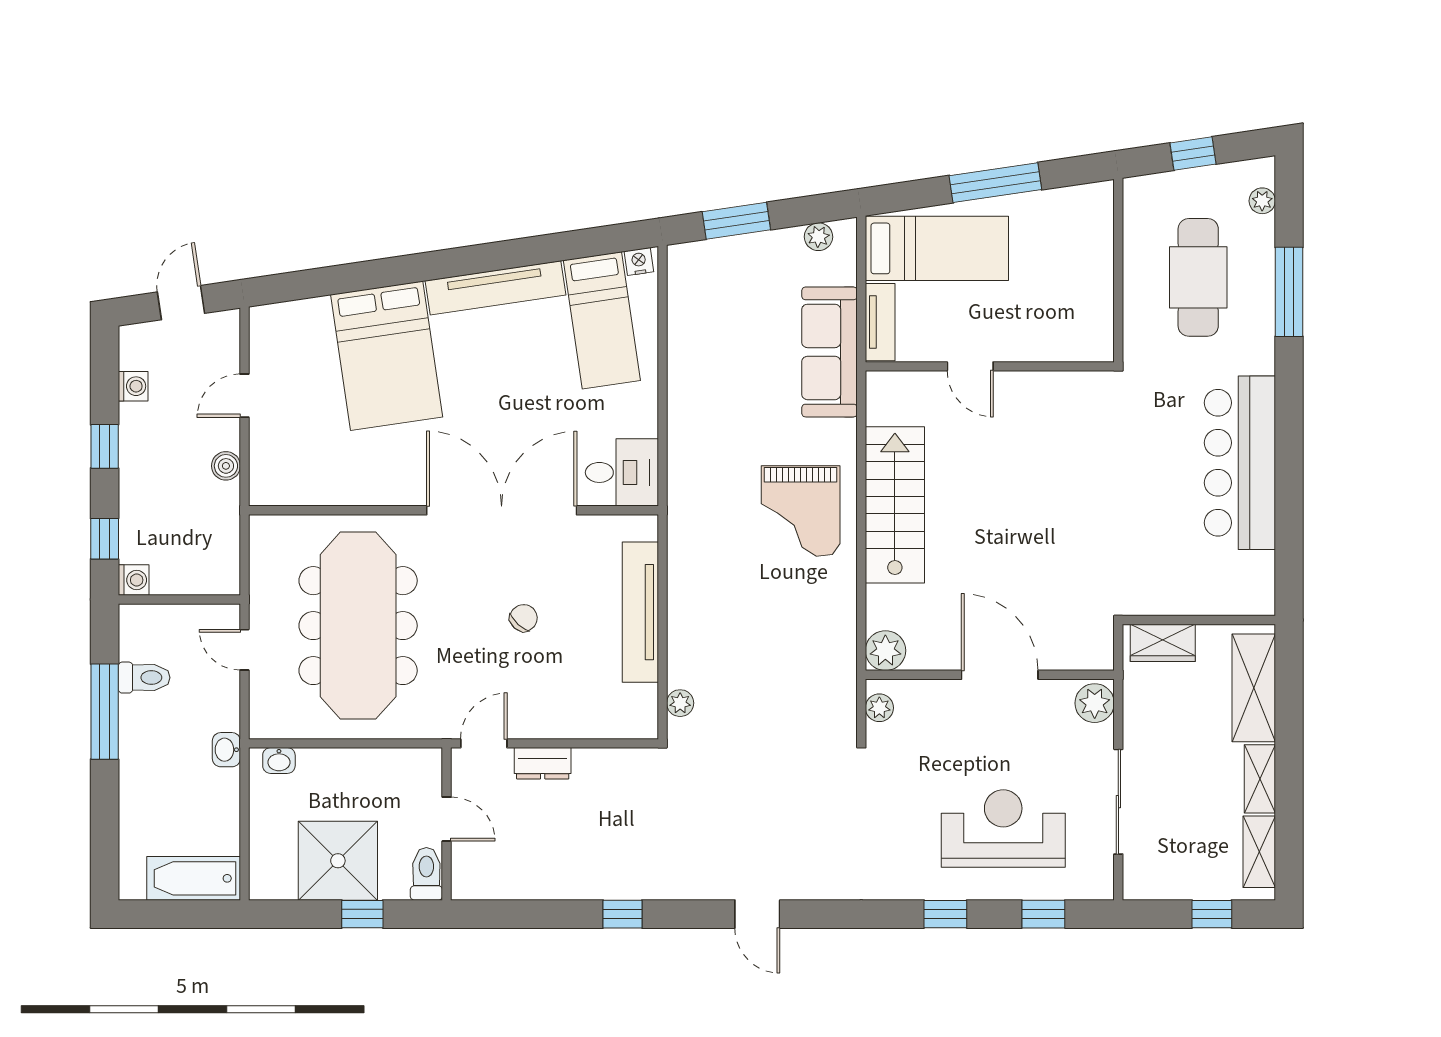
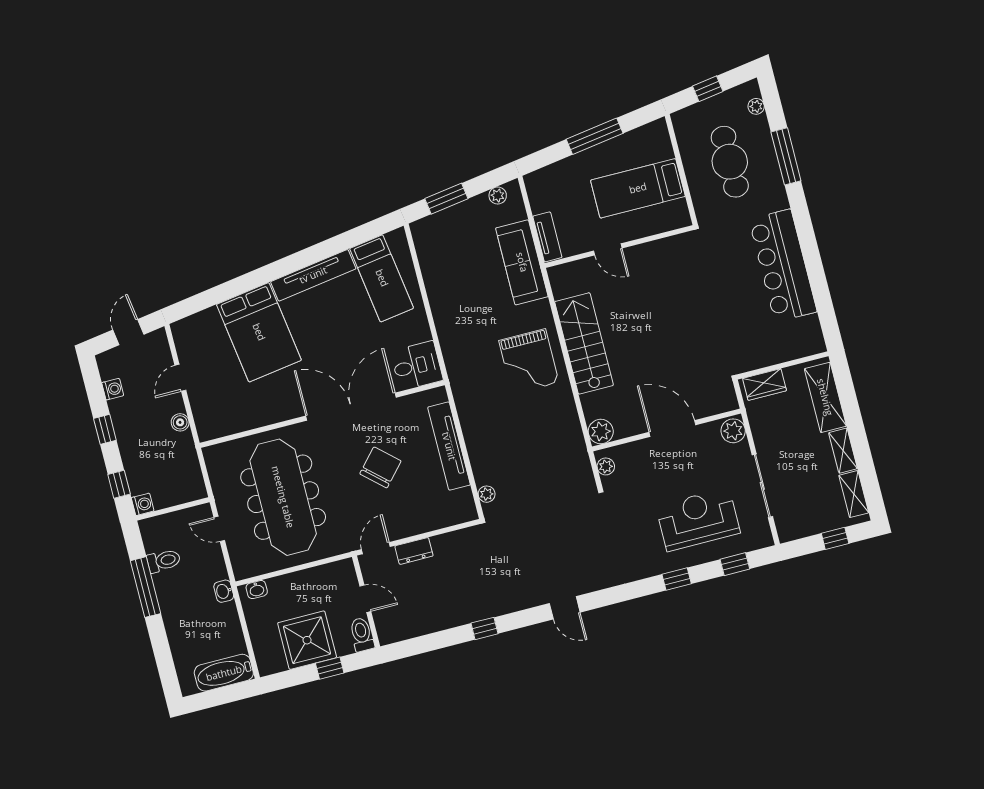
bed: (937, 248) -> (638, 188), moved, turned 180
nightstand: (639, 262) -> (395, 238), removed
chair: (524, 618) -> (380, 467), width x1.87, depth x1.87

